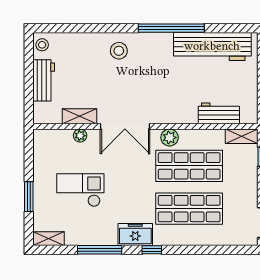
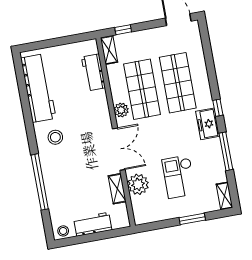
window: (171, 28) -> (40, 182), moved
stool: (119, 51) -> (55, 137), moved
plant: (80, 136) -> (138, 184), width x1.88, depth x1.88

